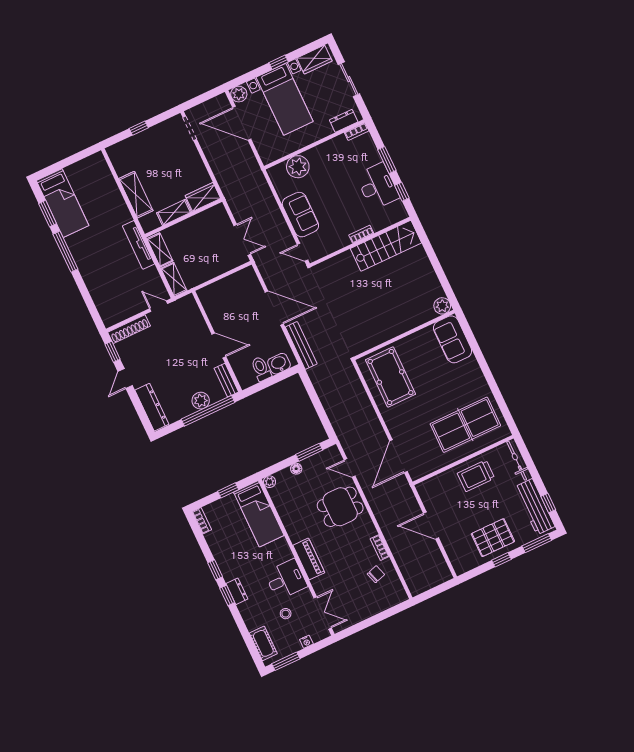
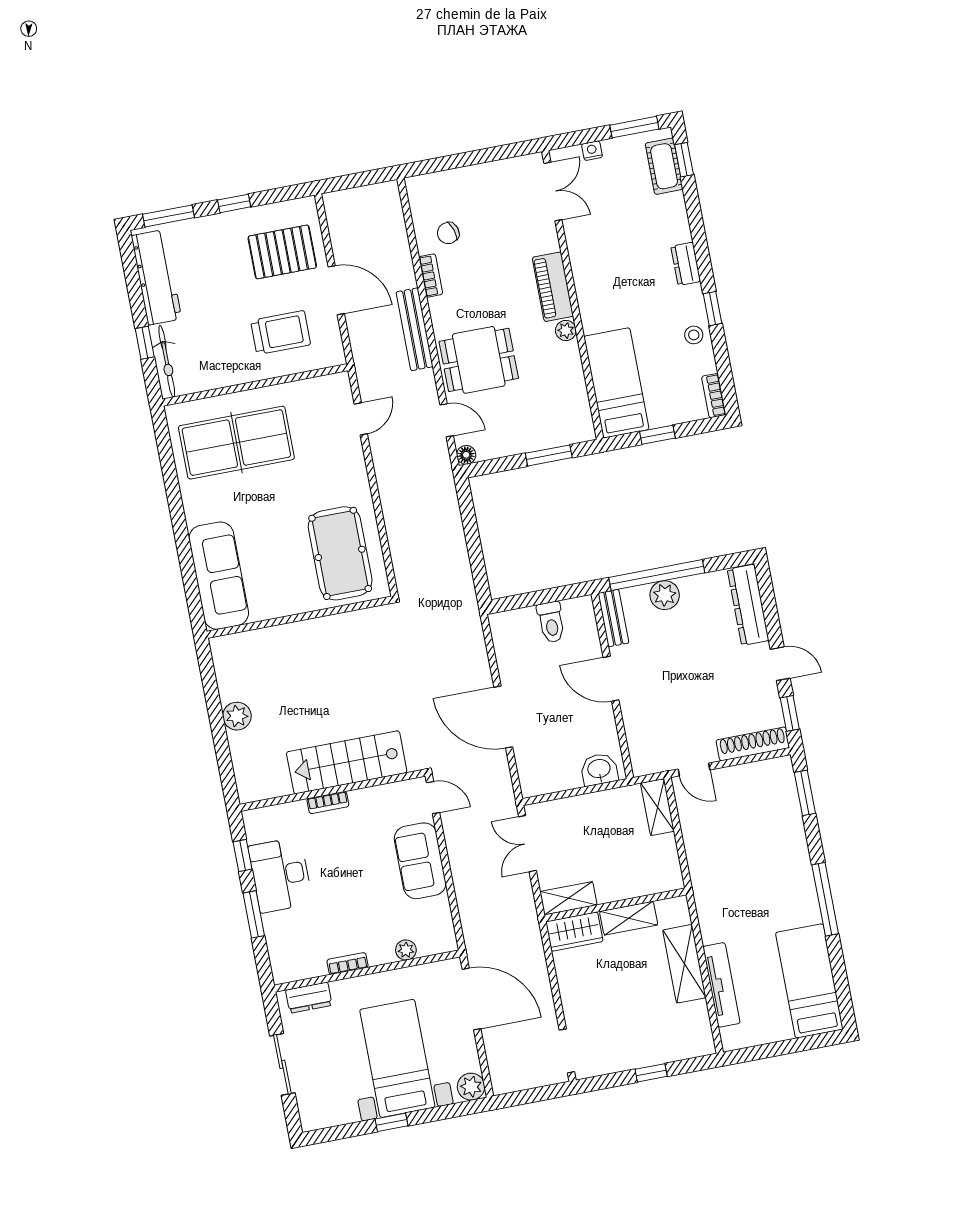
wardrobe: (314, 60) -> (331, 1112), removed
door: (242, 123) -> (471, 999), moved
bookcase: (357, 132) -> (347, 964), moved
plant: (298, 167) -> (406, 950), width x0.53, depth x0.53
window: (48, 214) -> (805, 793), moved
tv unit: (138, 245) -> (722, 985), moved
stairs: (386, 246) -> (347, 762), moved
shelving: (160, 250) -> (568, 898), moved, turned 90
plant: (442, 306) -> (237, 716), moved
sofa: (453, 339) -> (219, 576), width x1.36
bench: (301, 345) -> (415, 329), moved
washbasin: (279, 364) -> (599, 769), moved, turned 180
door: (125, 379) -> (780, 664), hinge flipped
window: (309, 452) -> (549, 455), moved
door: (398, 456) -> (361, 419), width x0.53
floor lamp: (296, 469) -> (466, 455), moved
trolley: (476, 476) -> (281, 333), moved
plant: (270, 482) -> (566, 330), moved
window: (548, 503) -> (145, 343), moved
pallet: (493, 538) -> (282, 252), moved
desk: (286, 580) -> (599, 262), removed
window: (227, 595) -> (684, 160), moved
double door: (323, 613) -> (553, 191), swing flipped
stool: (286, 614) -> (694, 335), moved

